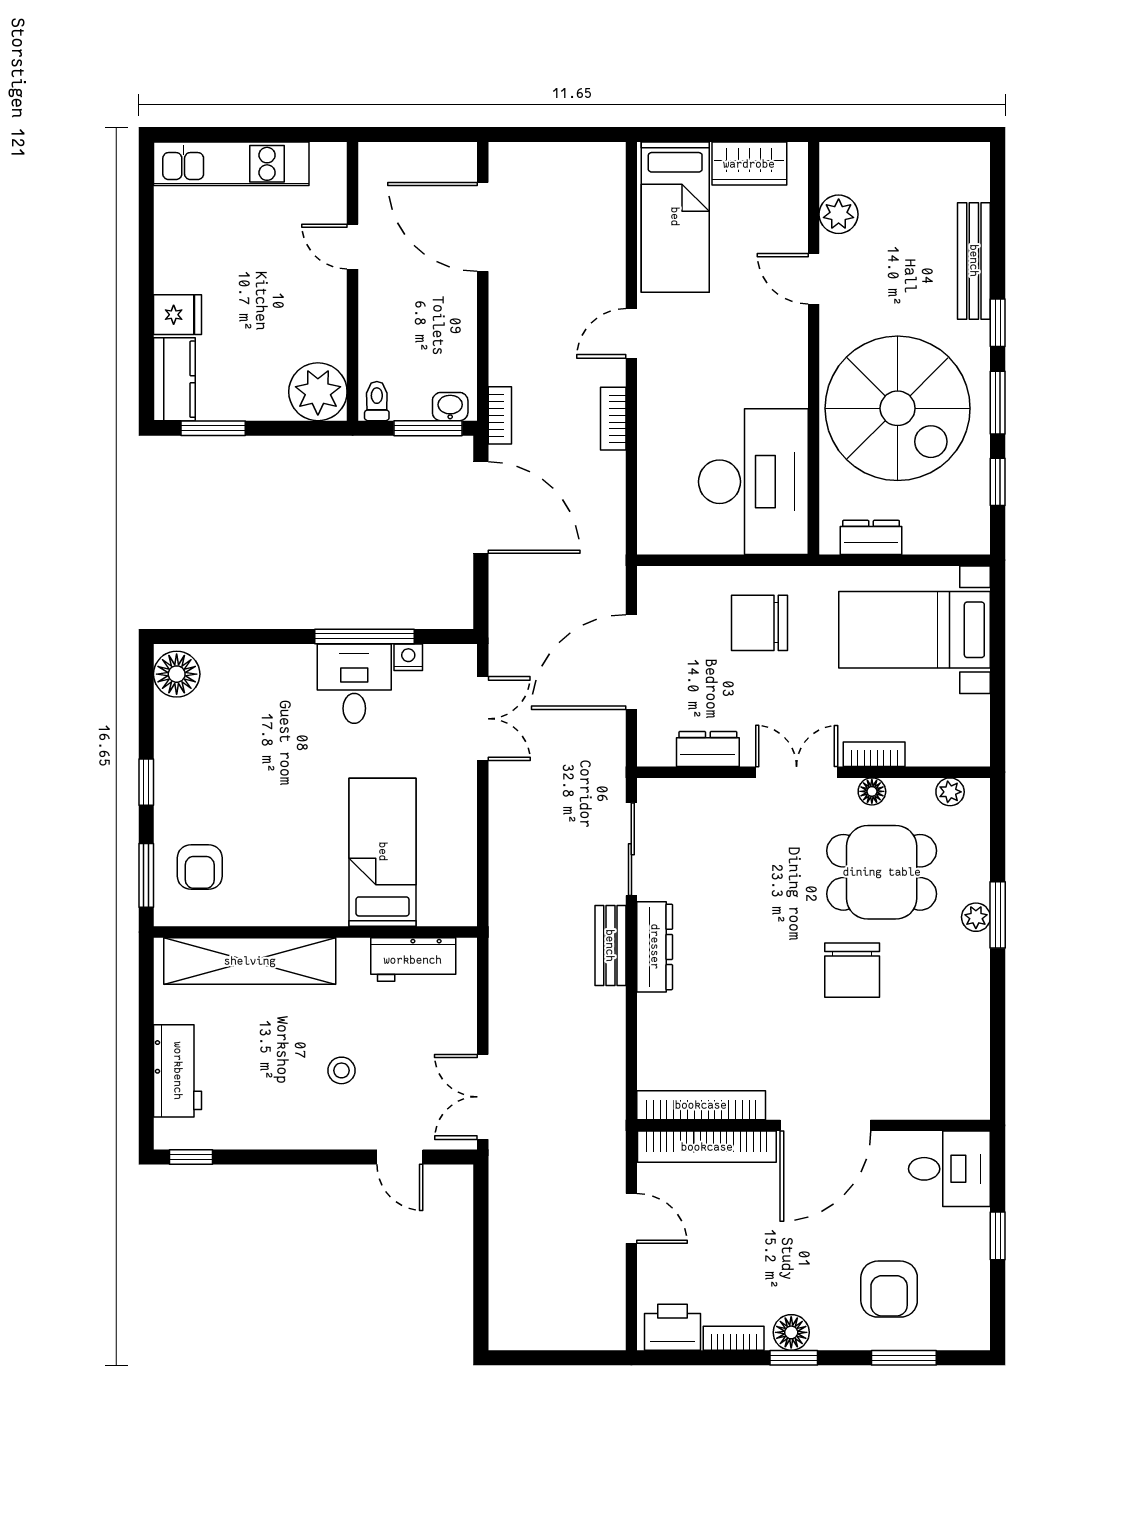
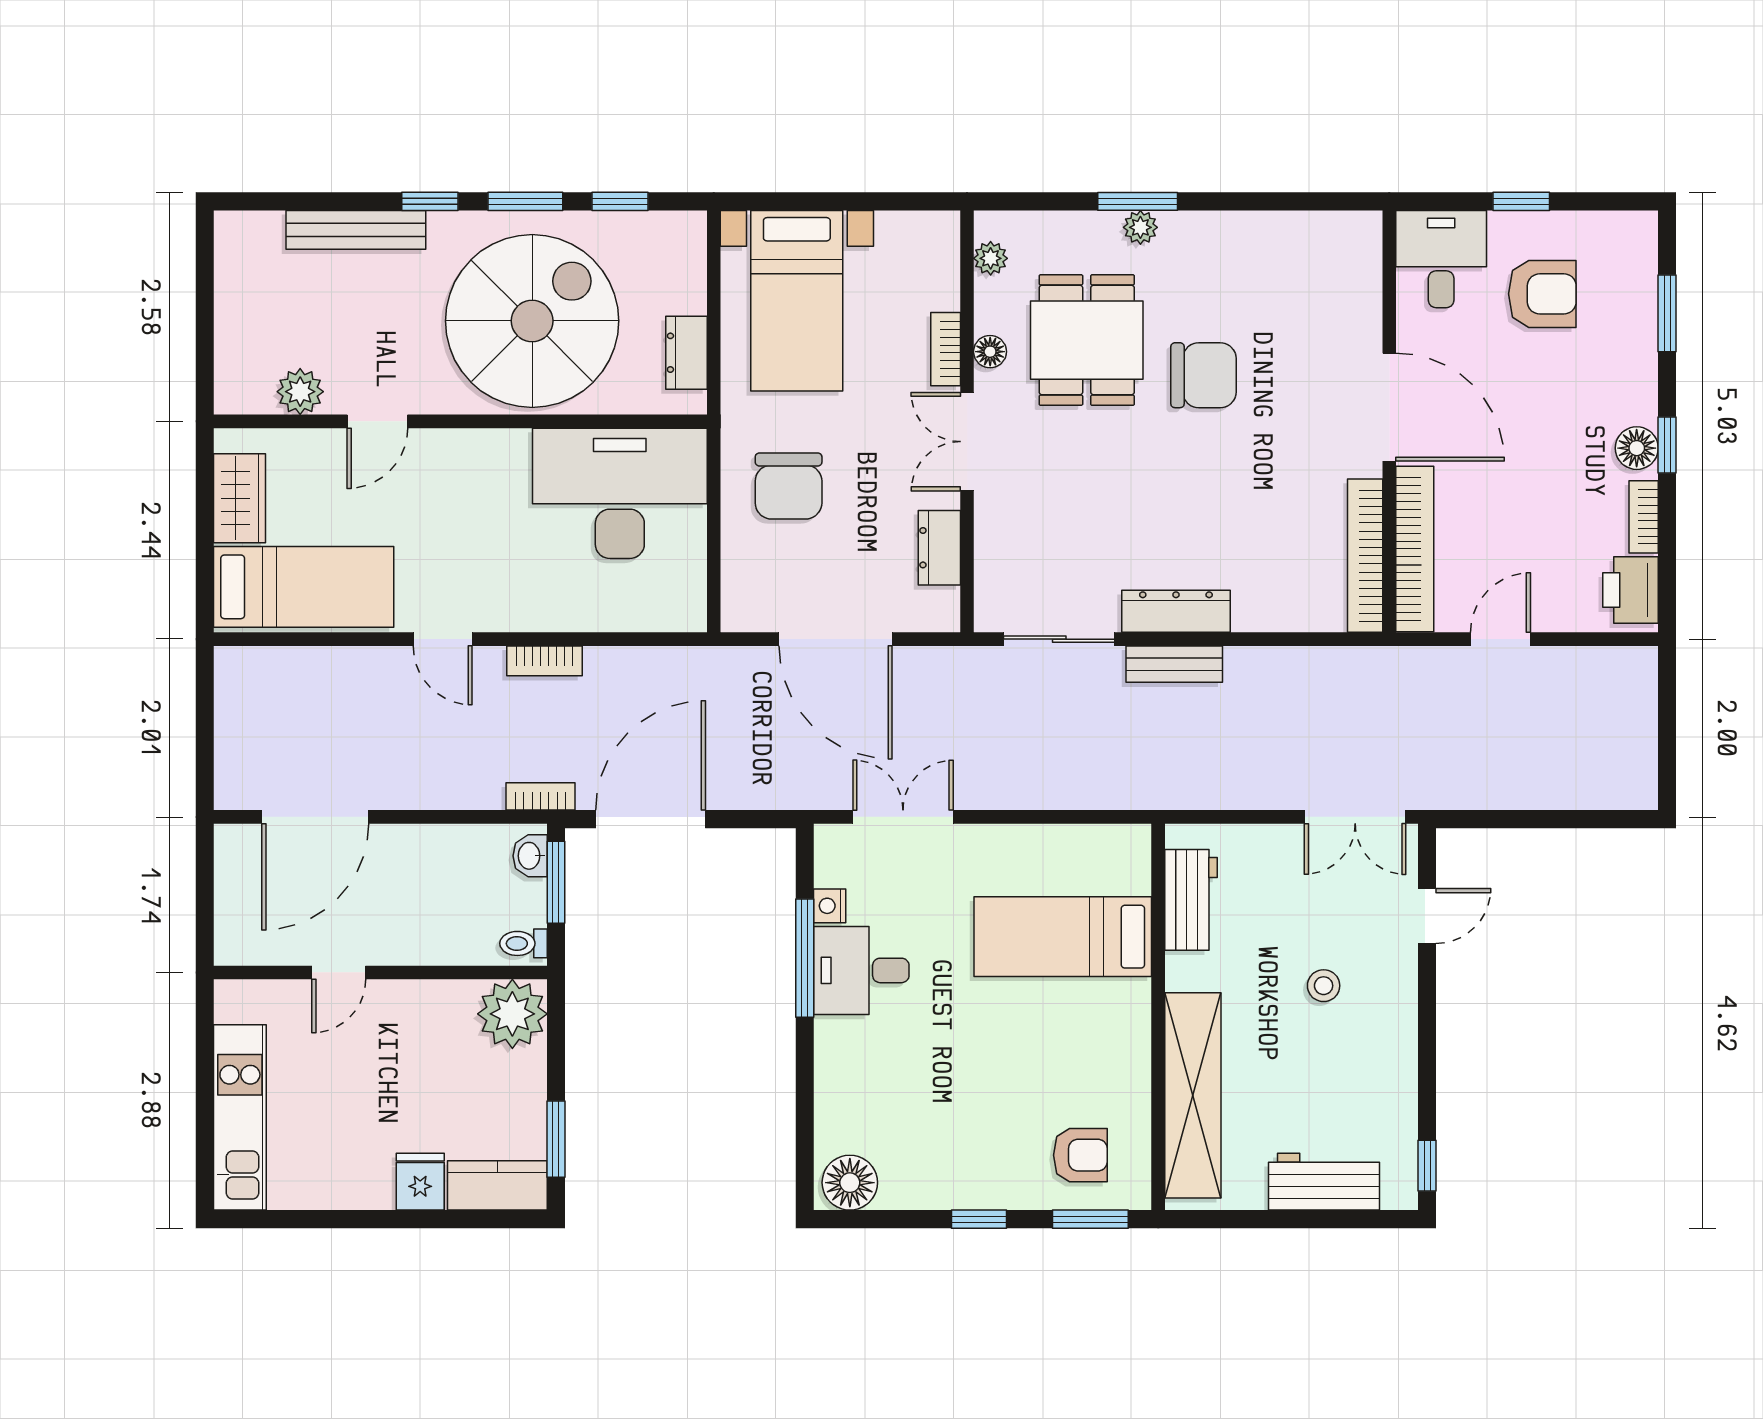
armchair: (889, 1289) -> (1542, 294), moved

